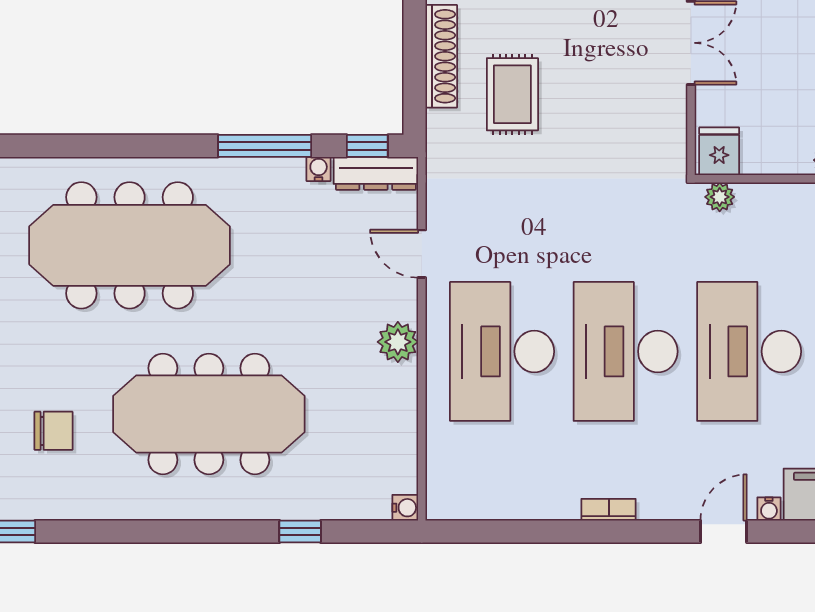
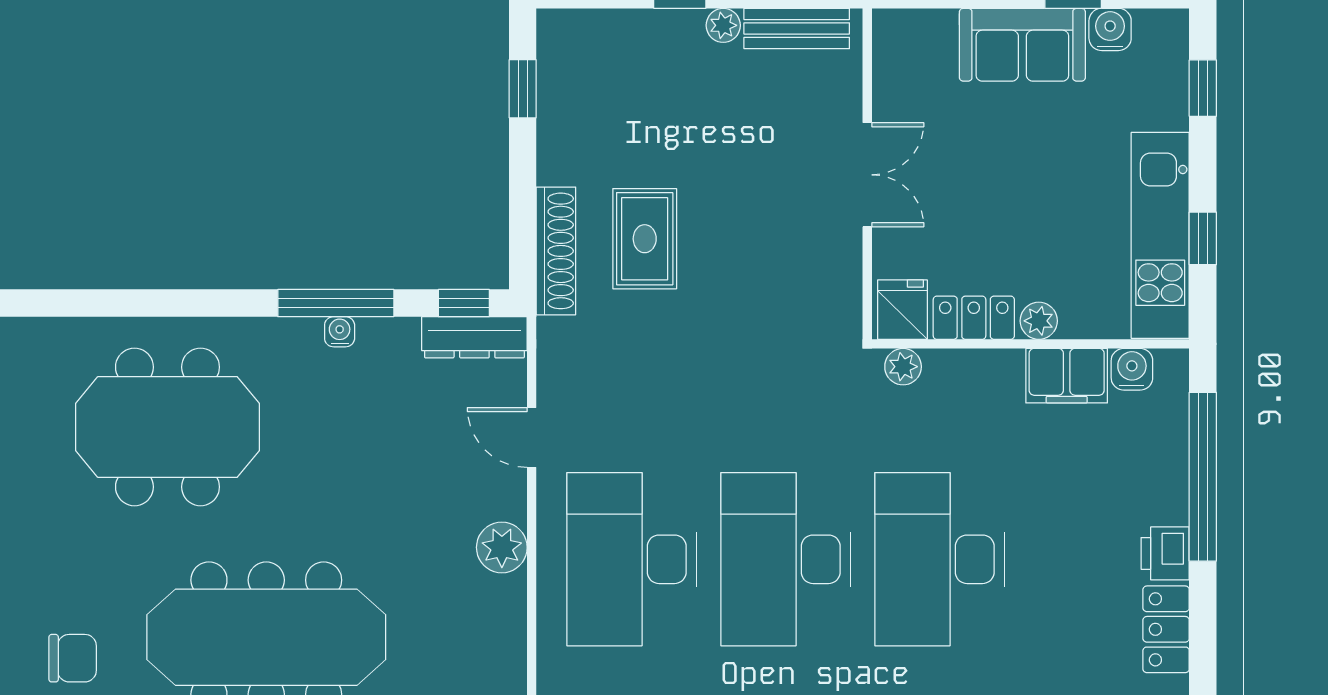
shoe rack: (441, 56) -> (556, 251), moved
locker: (776, 158) -> (974, 318), added
water cooler: (319, 169) -> (340, 332), moved
meeting table: (130, 245) -> (167, 427), width x0.73

